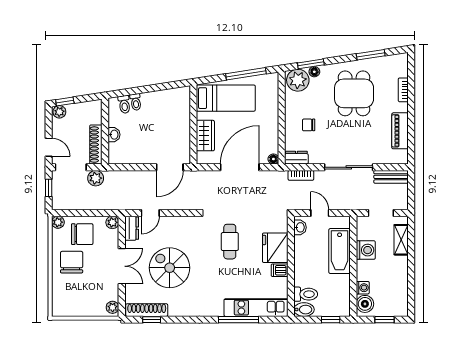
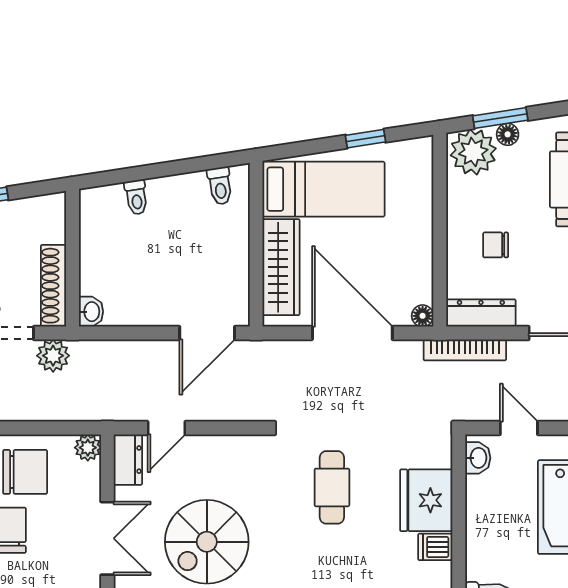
window: (246, 74) -> (365, 139), width x0.46
toilet: (124, 104) -> (220, 186), moved
washbasin: (114, 135) -> (91, 312), moved
wardrobe: (205, 136) -> (281, 267), width x1.50
dresser: (296, 158) -> (481, 313), width x1.44
door: (240, 167) -> (352, 333), hinge flipped
bookcase: (301, 175) -> (465, 350), width x1.56
spiral stairs: (170, 268) -> (207, 542), turned -90

